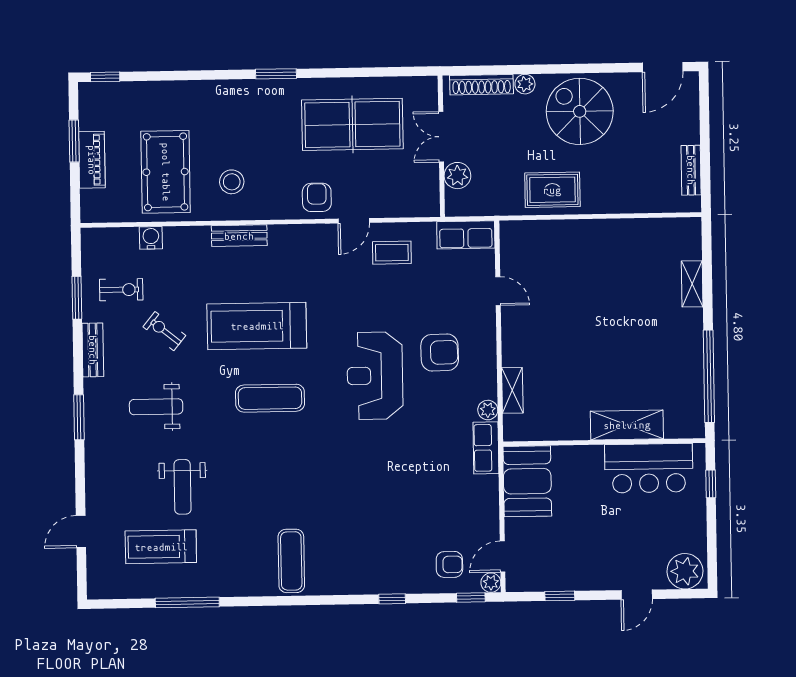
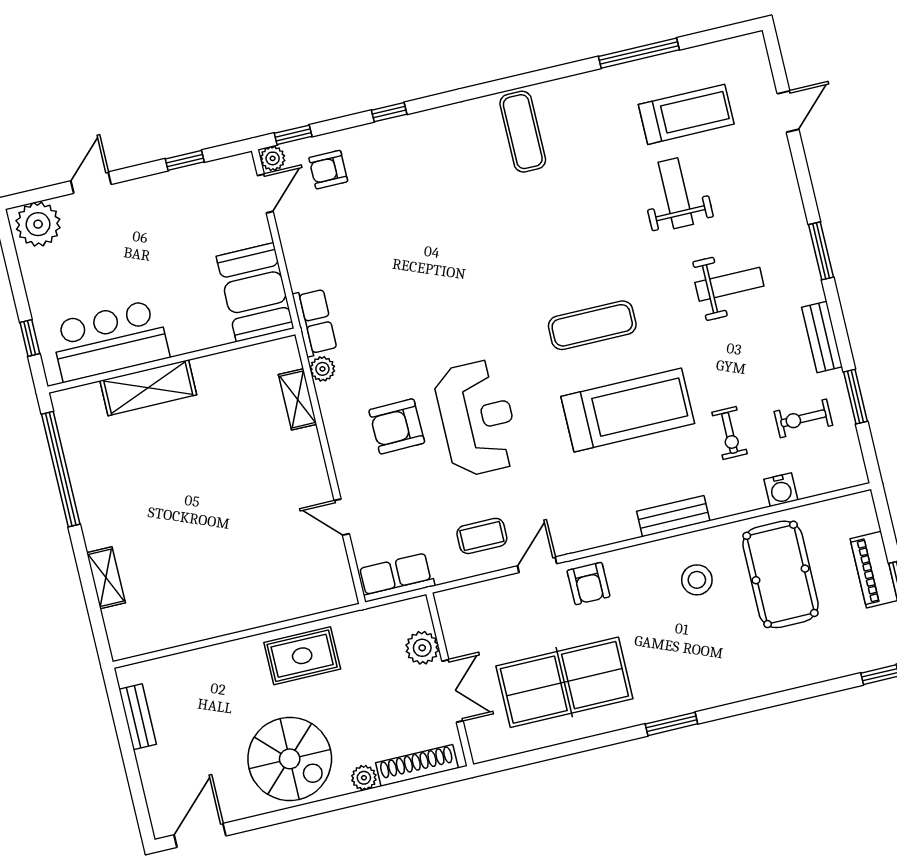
exercise bike: (164, 331) -> (730, 433), moved, turned 51
reception desk: (375, 376) -> (477, 418), moved

